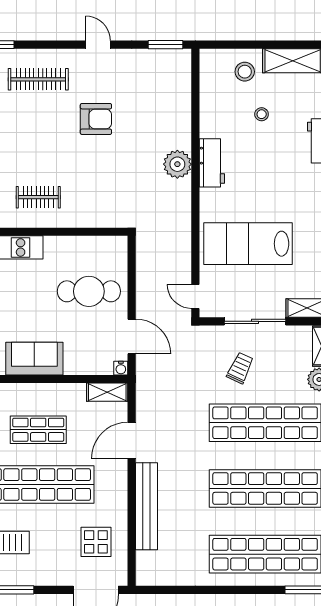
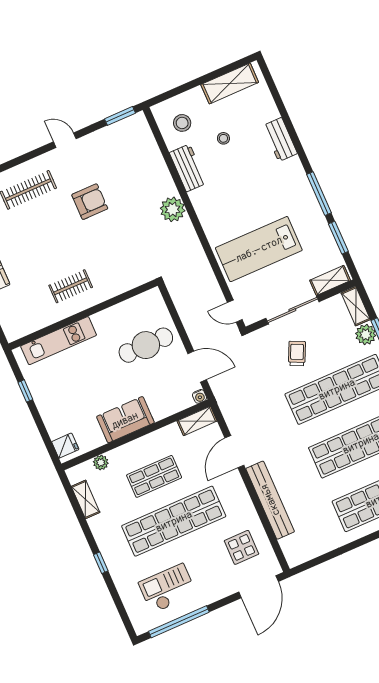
stool: (245, 72) -> (182, 123), moved
workbench: (212, 163) -> (188, 168), moved

